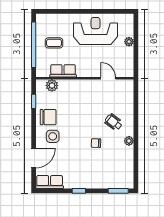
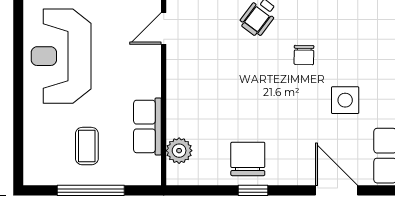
window: (34, 45) -> (91, 190), width x0.68
window: (34, 101) -> (253, 190), moved
side table: (53, 136) -> (345, 100), moved

